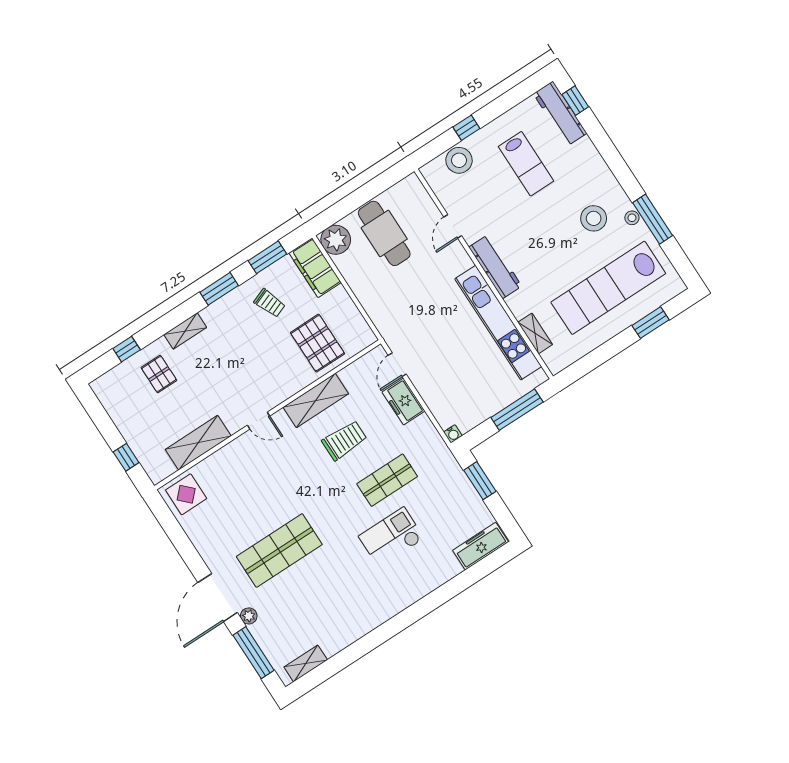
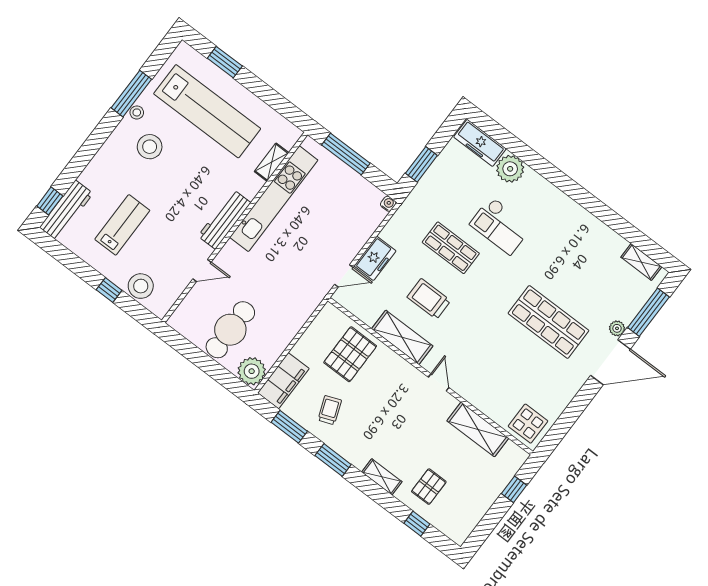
plant: (444, 567) -> (510, 169), added

